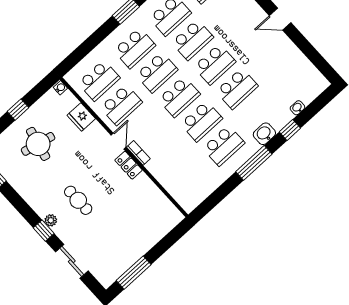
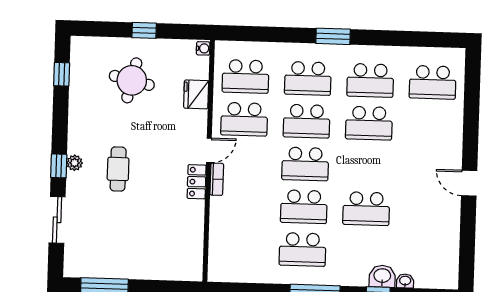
school desk: (215, 64) -> (368, 166), removed
washbasin: (264, 134) -> (382, 276), moved

